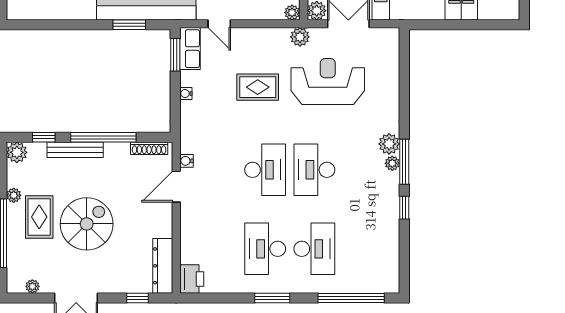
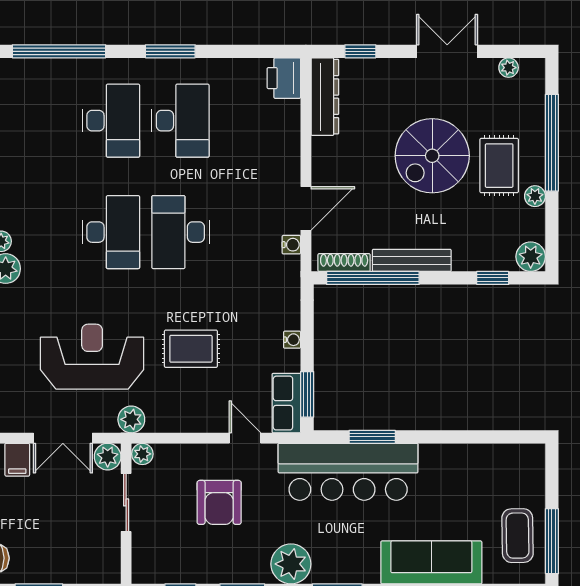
reception desk: (328, 81) -> (92, 357), turned 180
window: (103, 137) -> (373, 278), moved
bench: (75, 150) -> (412, 260), moved
desk: (314, 249) -> (111, 121), turned 180

